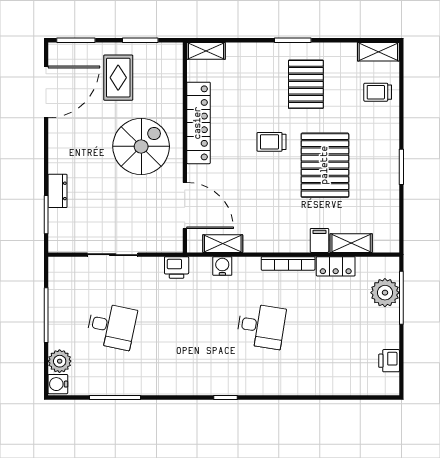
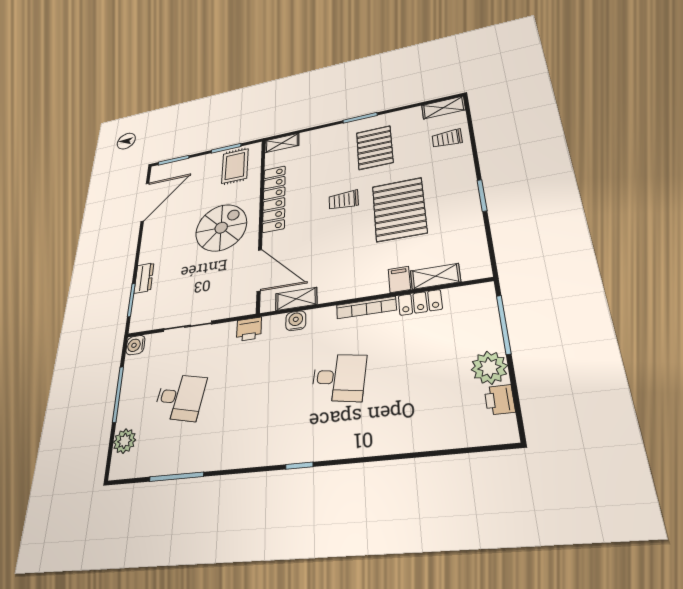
rug: (118, 78) -> (235, 166), moved
plant: (385, 293) -> (489, 368), moved
water cooler: (58, 384) -> (135, 345), moved

